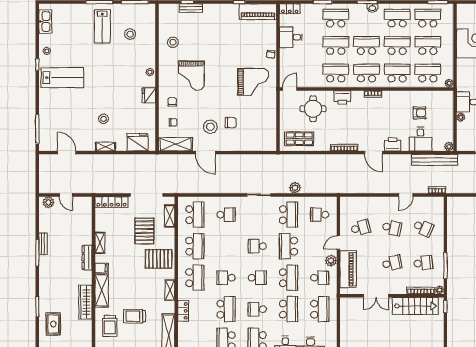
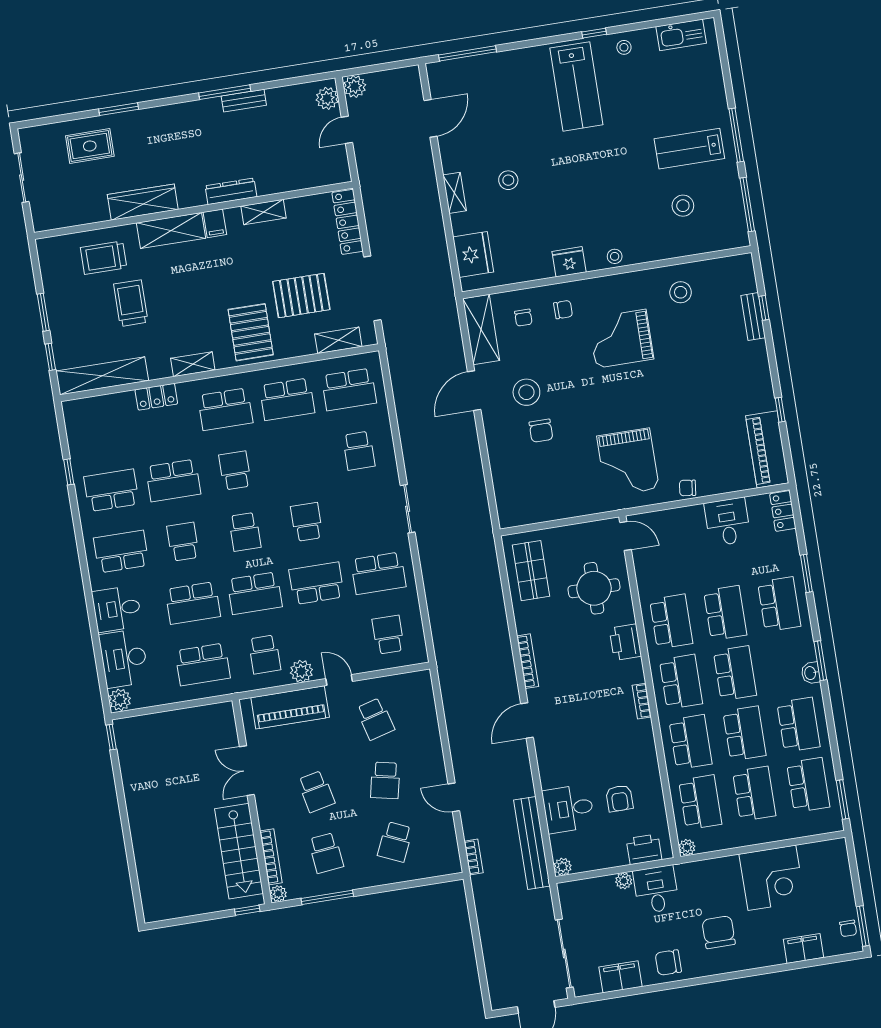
printer: (393, 144) -> (644, 849), moved, turned -90
plant: (295, 188) -> (355, 86), moved

